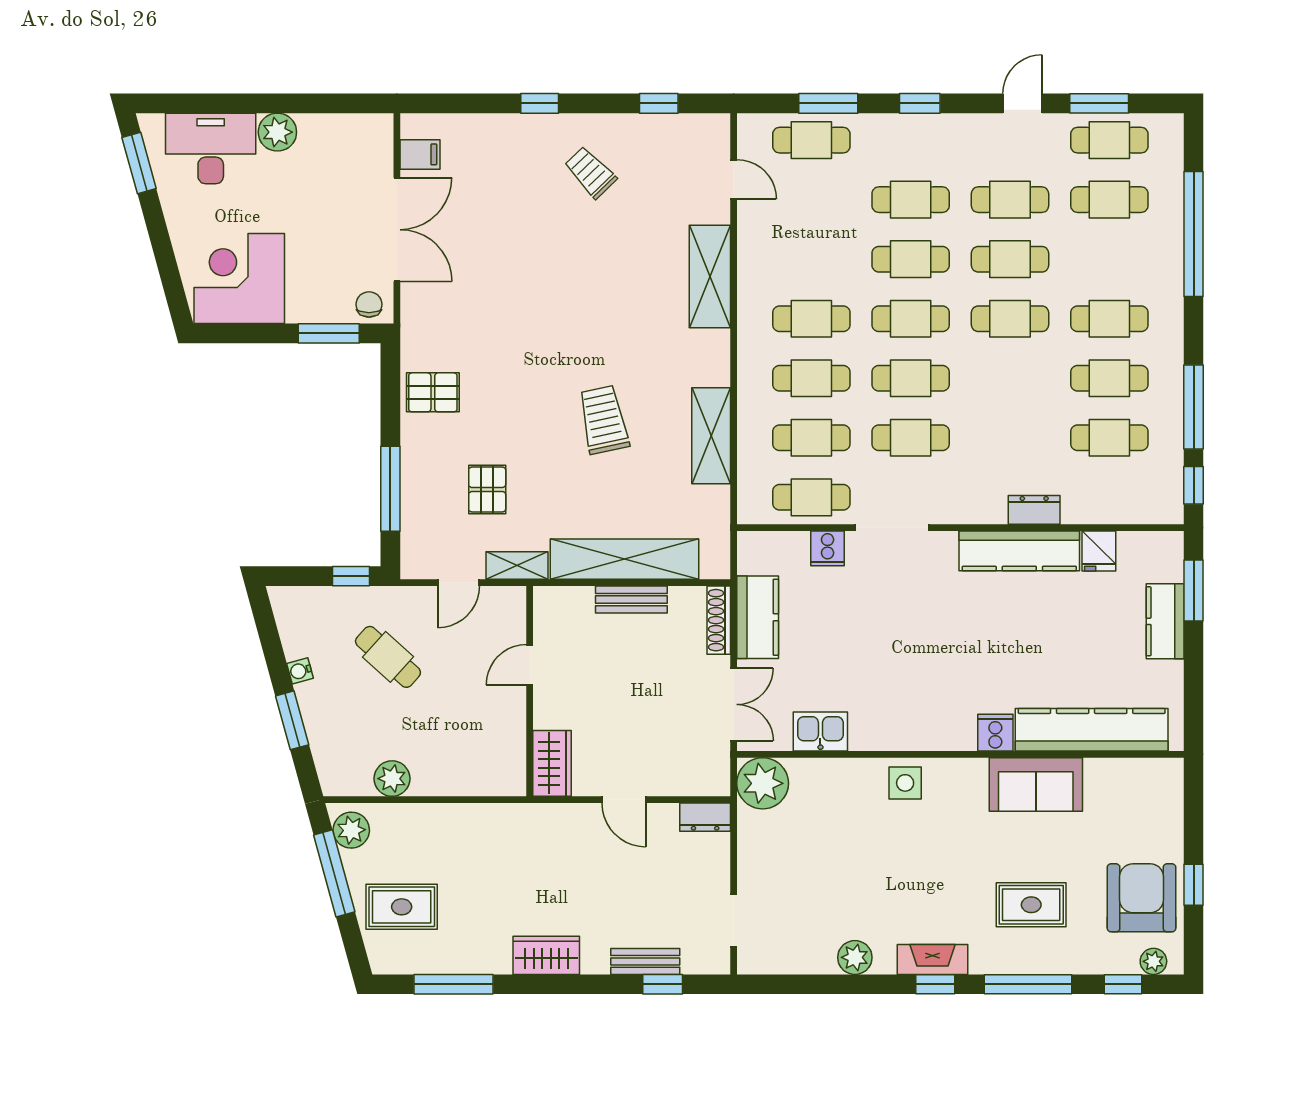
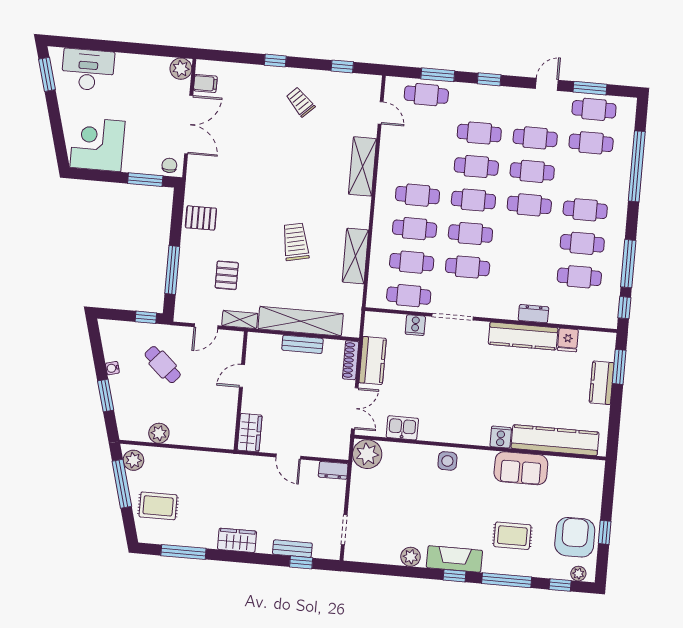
plant: (277, 132) -> (181, 69), moved
fireplace: (932, 960) -> (454, 559), width x1.37, depth x1.32

